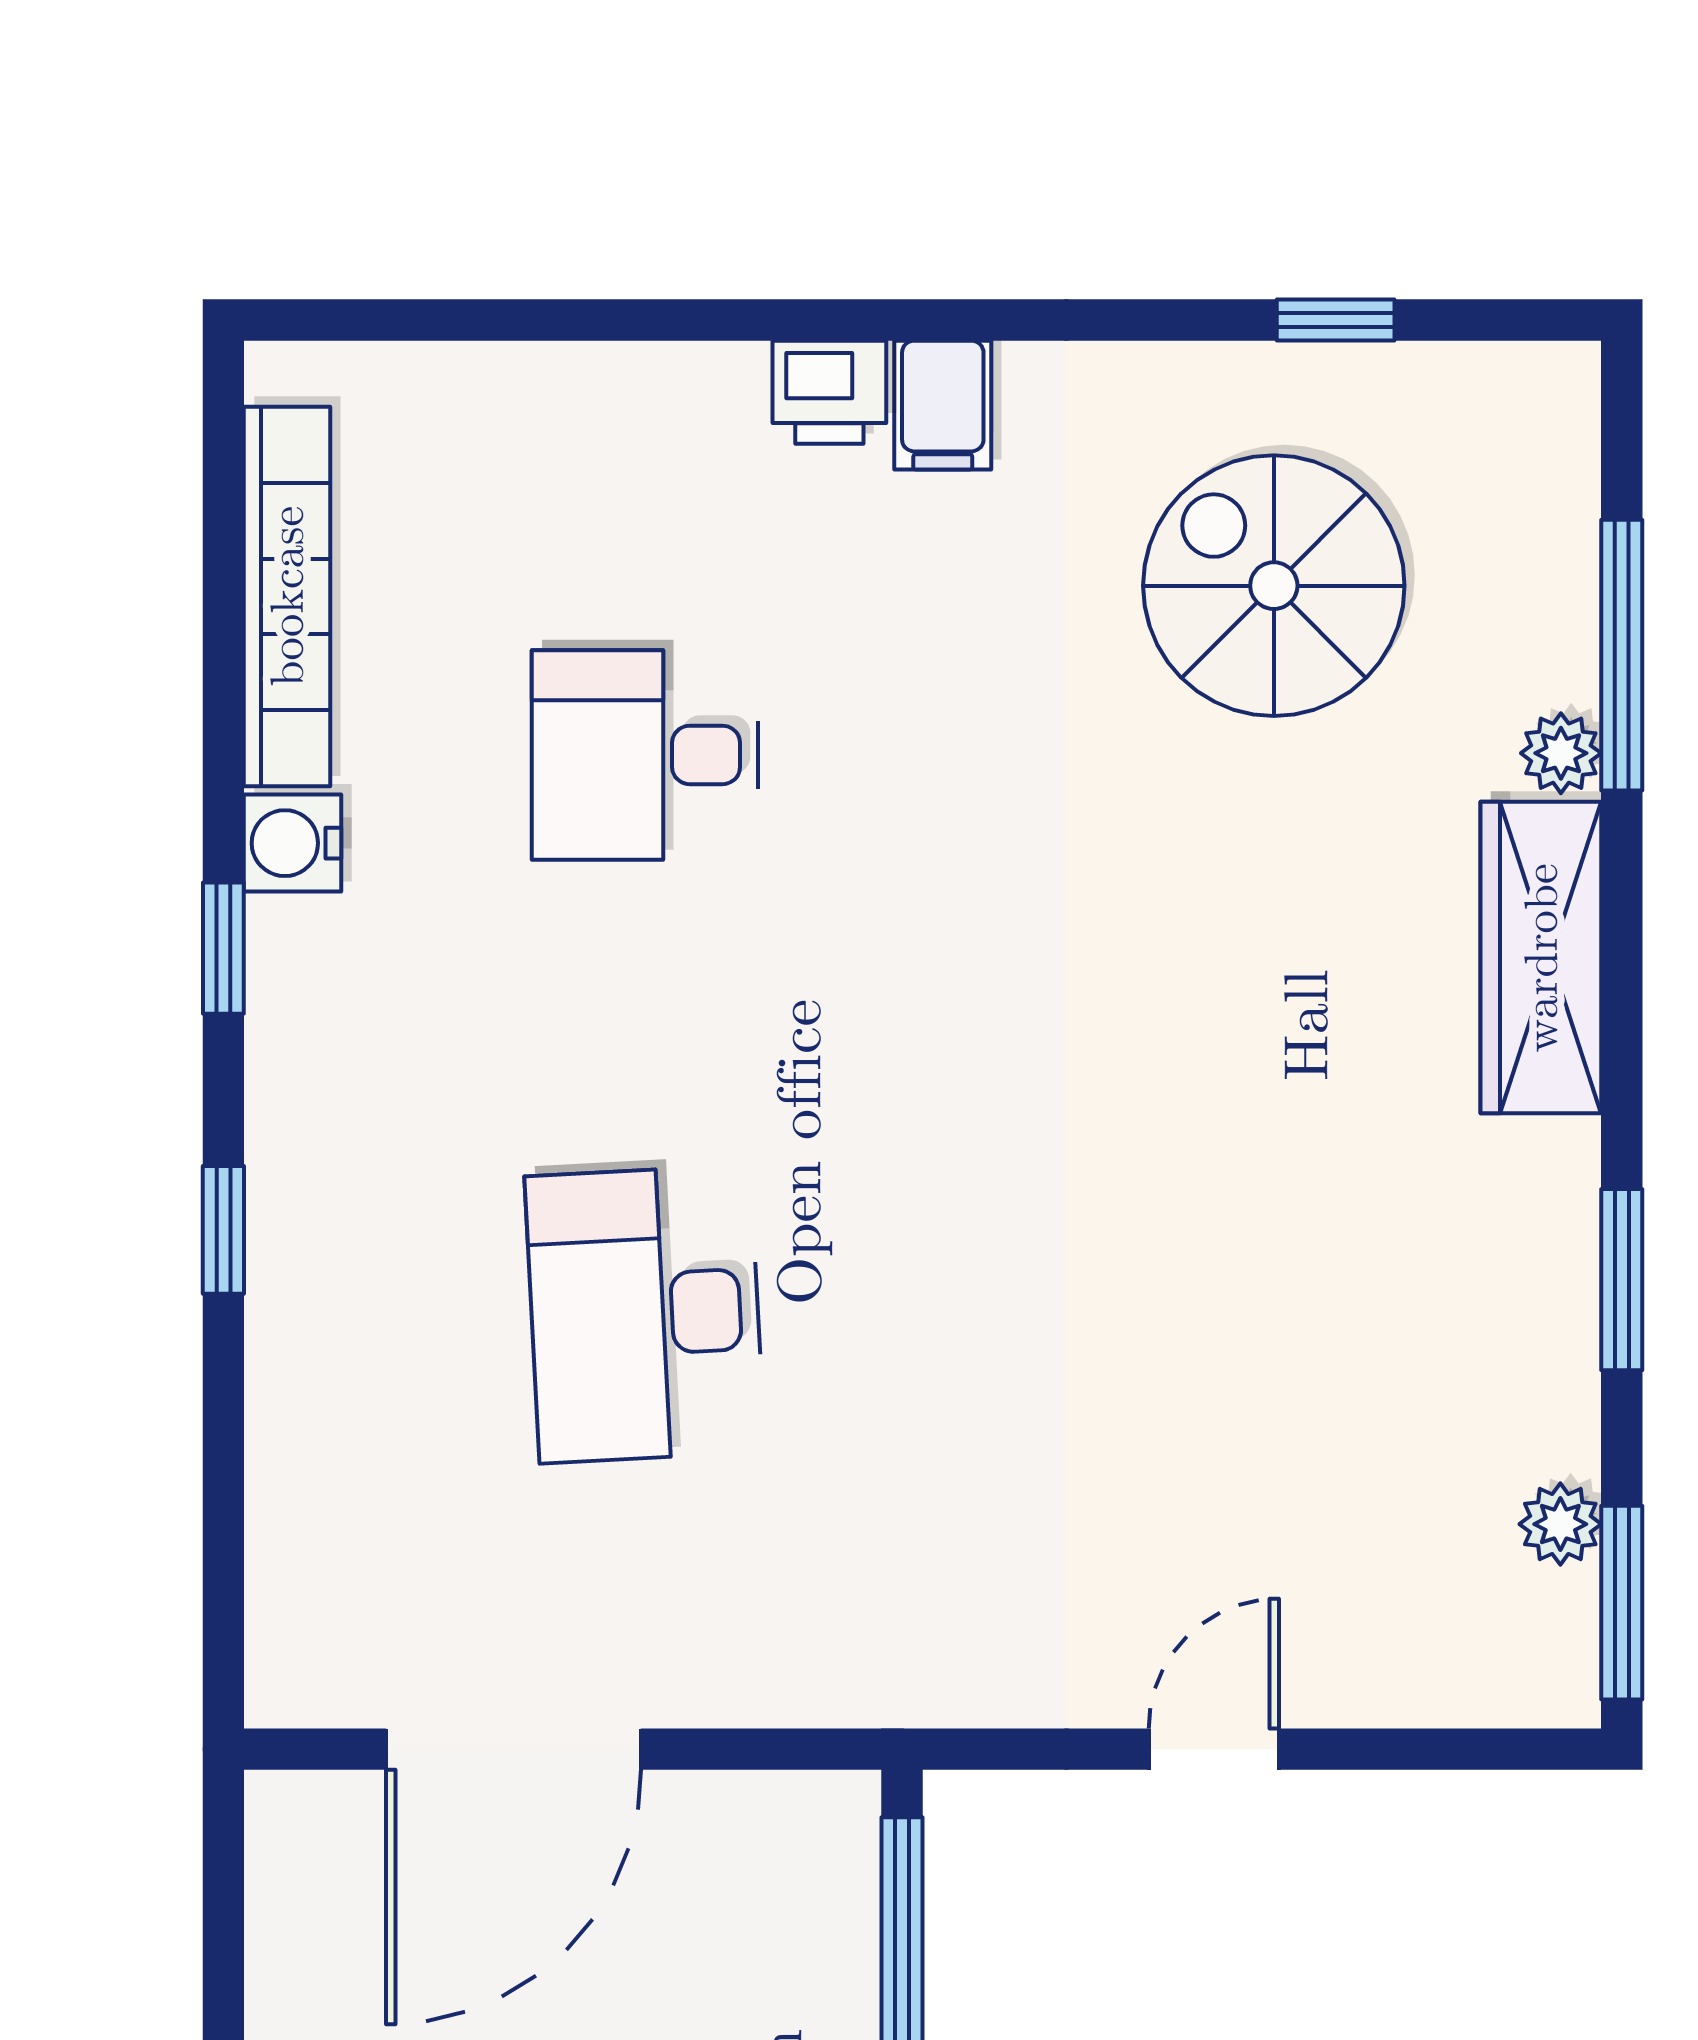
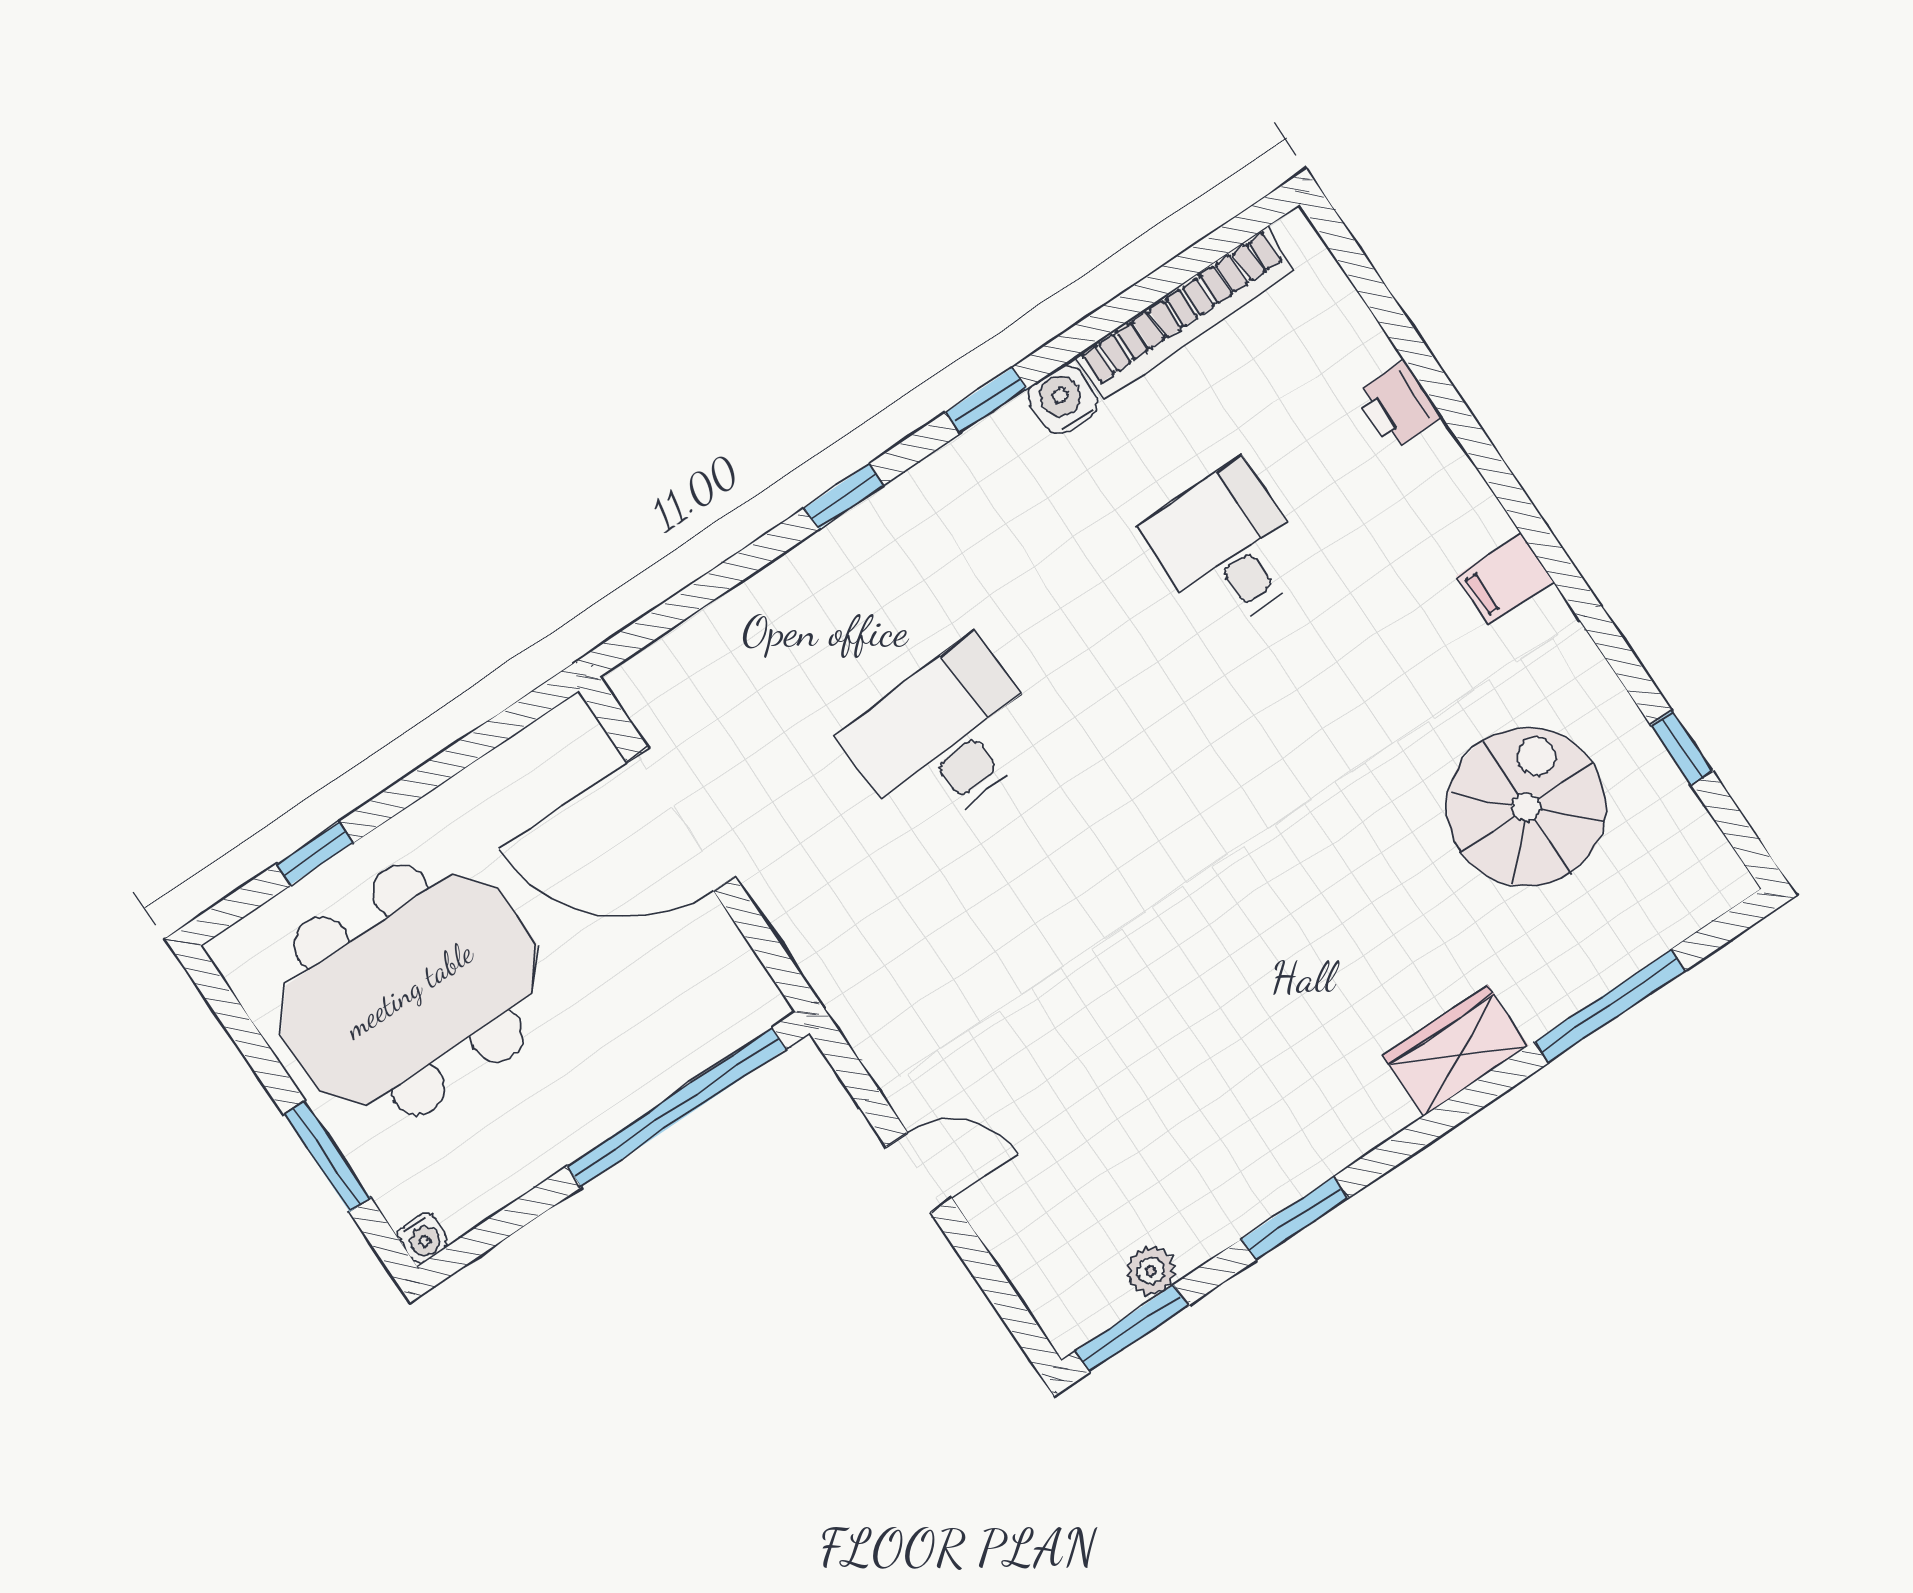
printer: (829, 392) -> (1398, 406), moved
plant: (1561, 753) -> (1540, 1009), removed
wardrobe: (1541, 958) -> (1456, 1051), width x0.67

